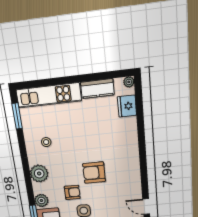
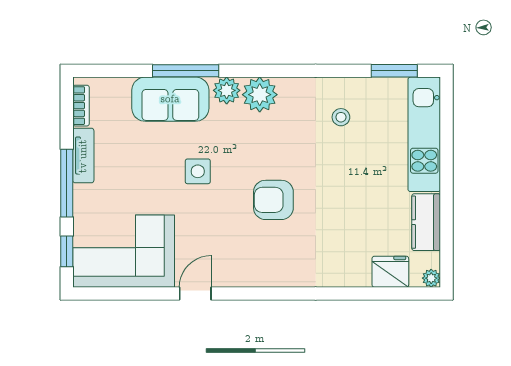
armchair: (94, 173) -> (273, 200), turned -90
plant: (39, 174) -> (260, 95), moved
armchair: (72, 192) -> (238, 153), removed

